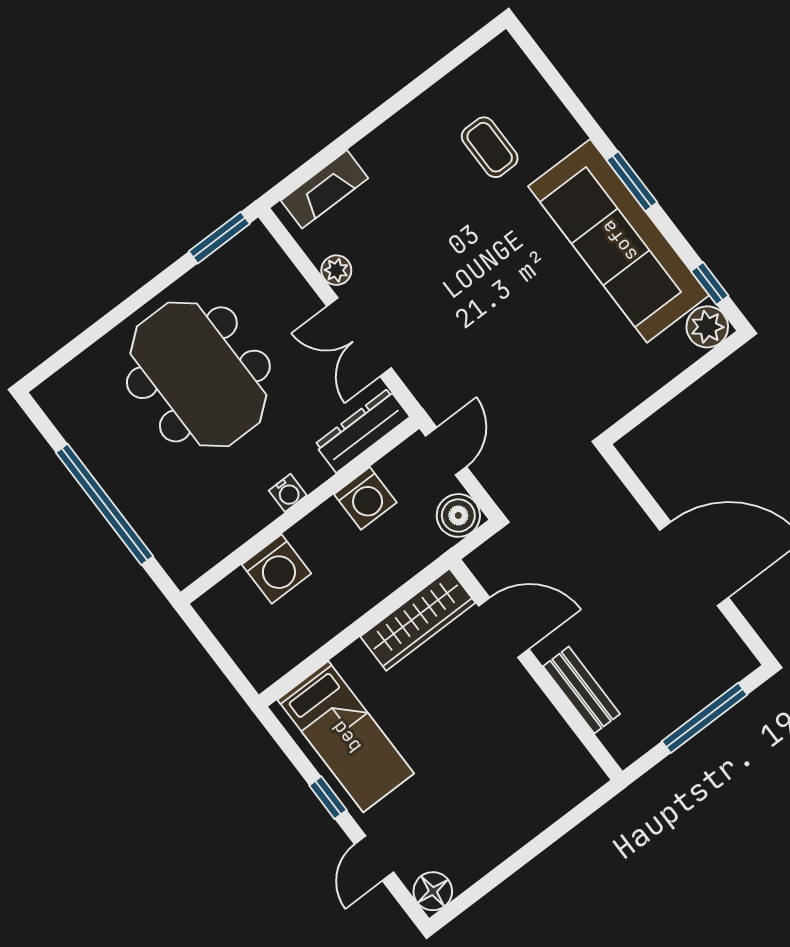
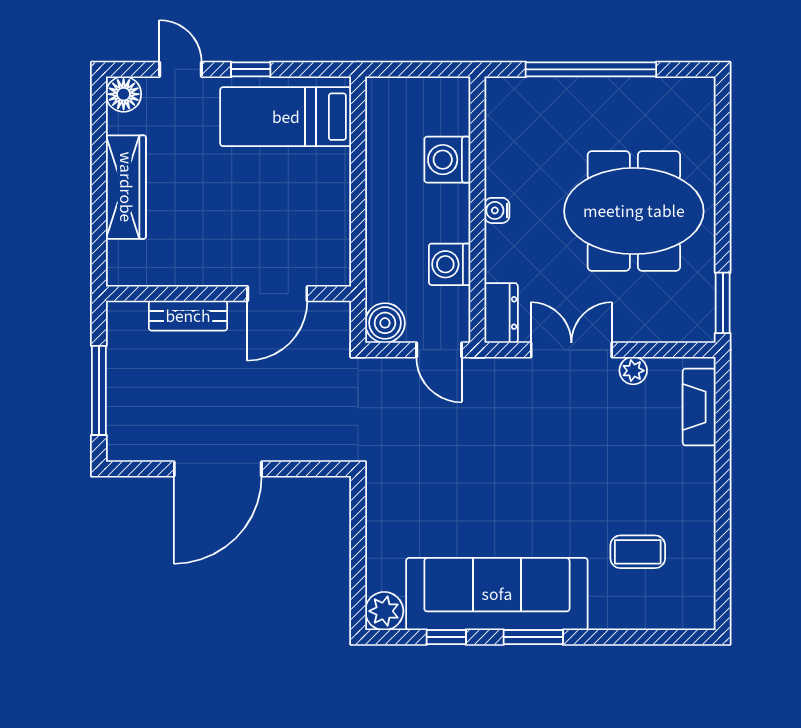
window: (710, 283) -> (446, 637), moved
dresser: (362, 430) -> (501, 313), width x0.70
wardrobe: (418, 620) -> (126, 187), moved, turned 180

